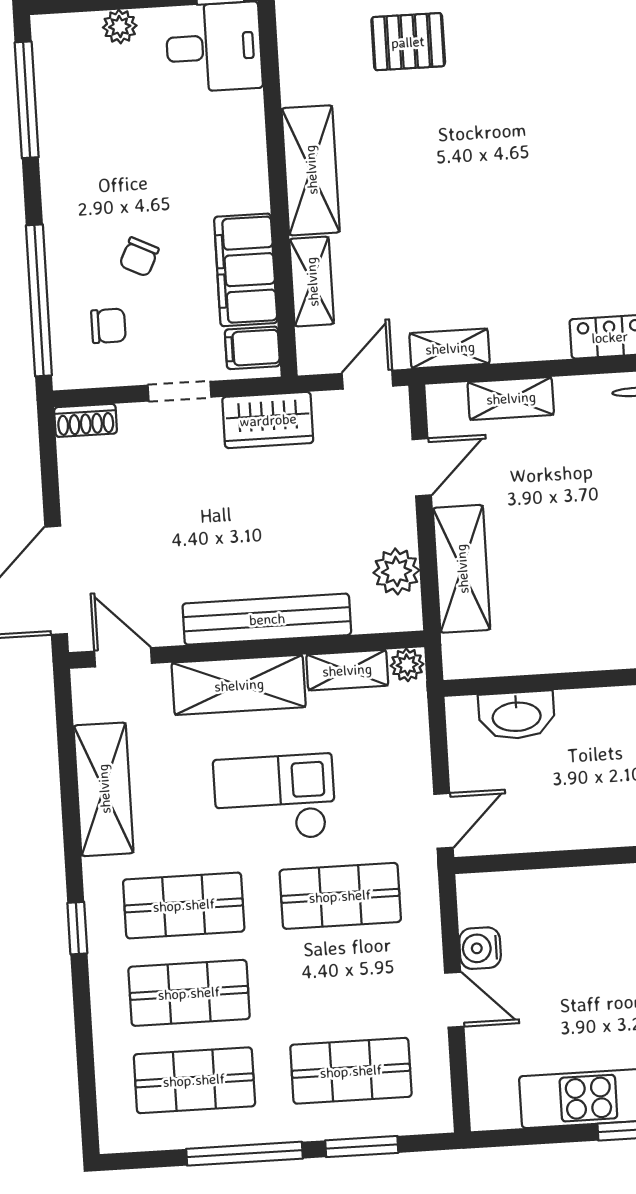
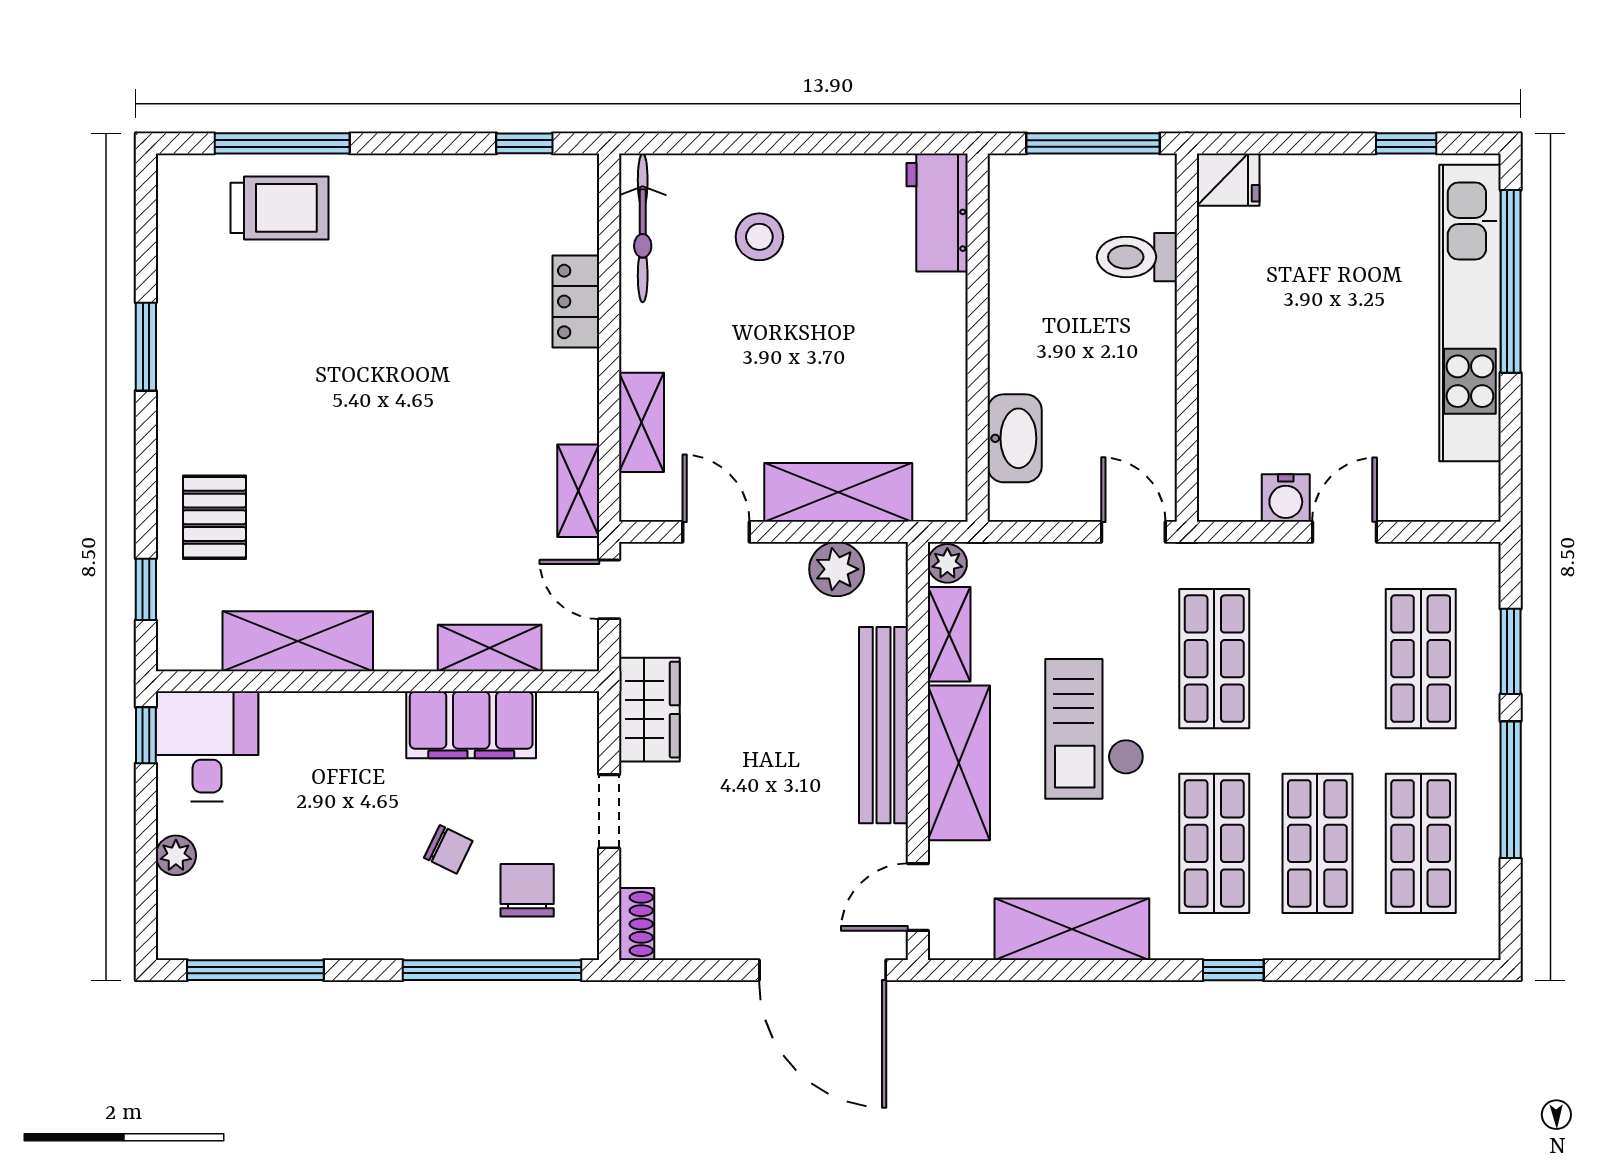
shelving: (311, 170) -> (298, 641), moved
chair: (108, 326) -> (527, 890), width x1.37, depth x1.37
filing cabinet: (252, 348) -> (563, 723), removed

